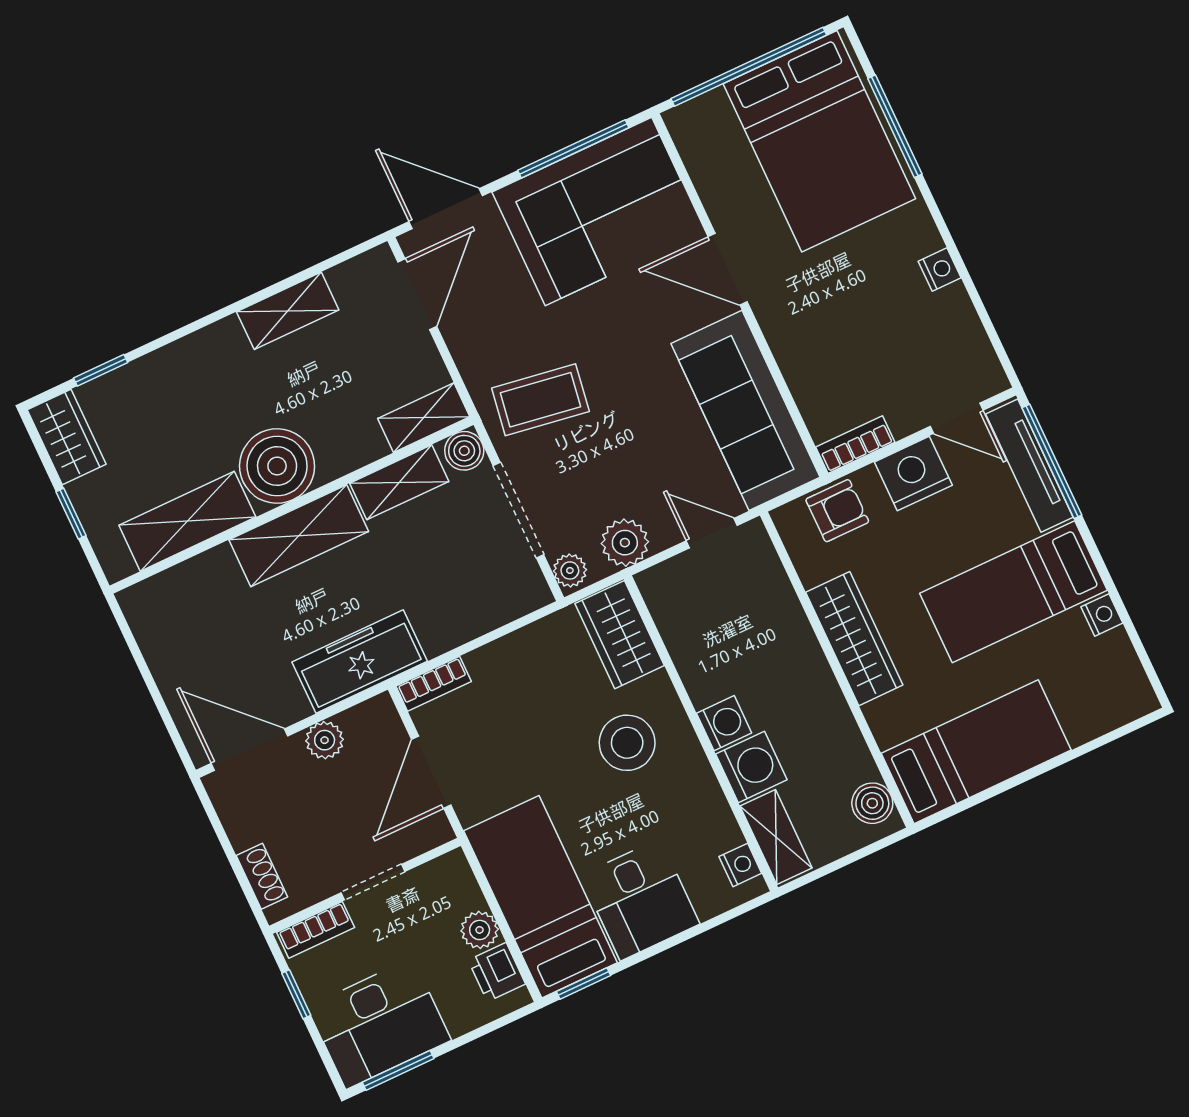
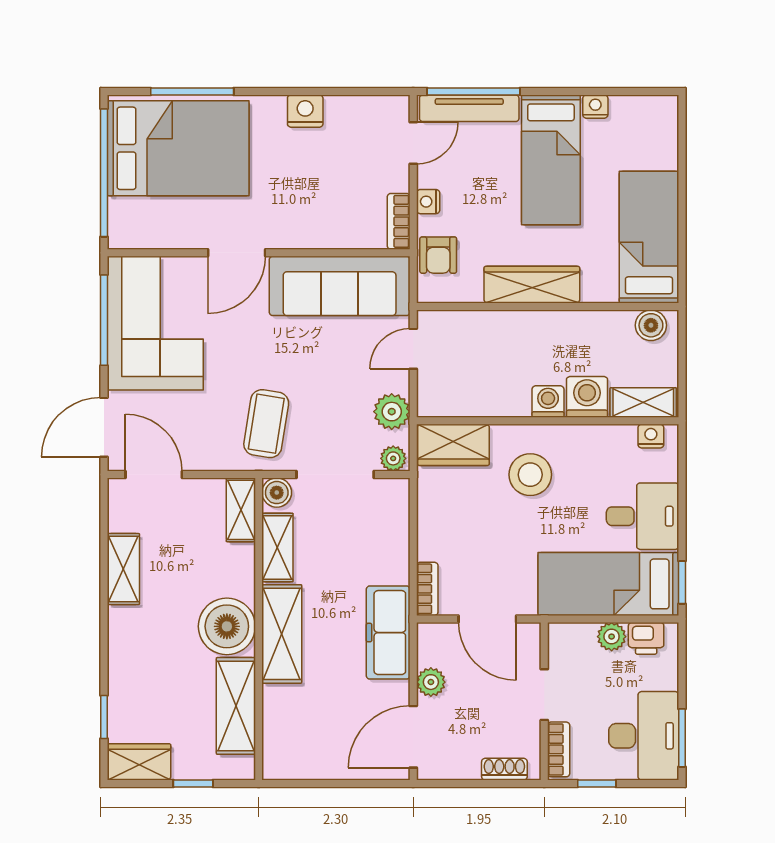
nightstand: (940, 269) -> (305, 111), width x1.39, depth x1.35
nightstand: (913, 474) -> (428, 202), width x0.53, depth x0.56
armchair: (837, 511) -> (438, 255), turned 180

